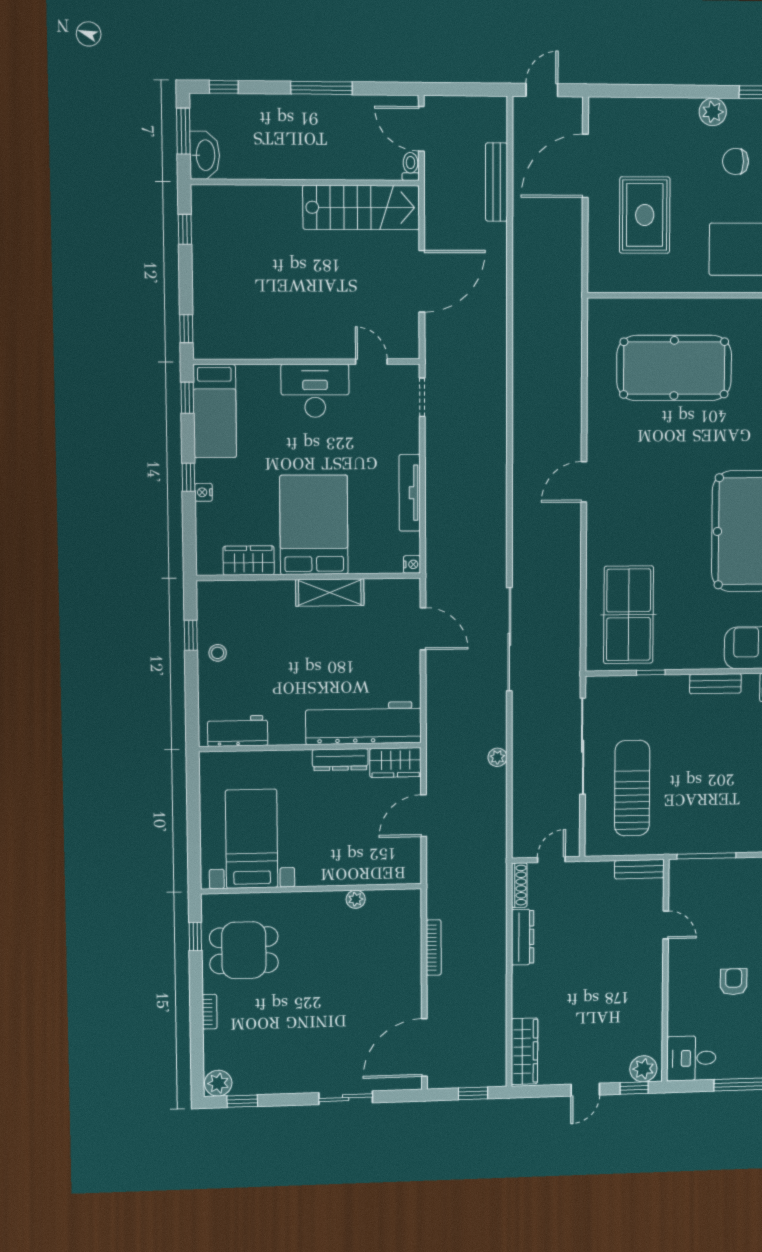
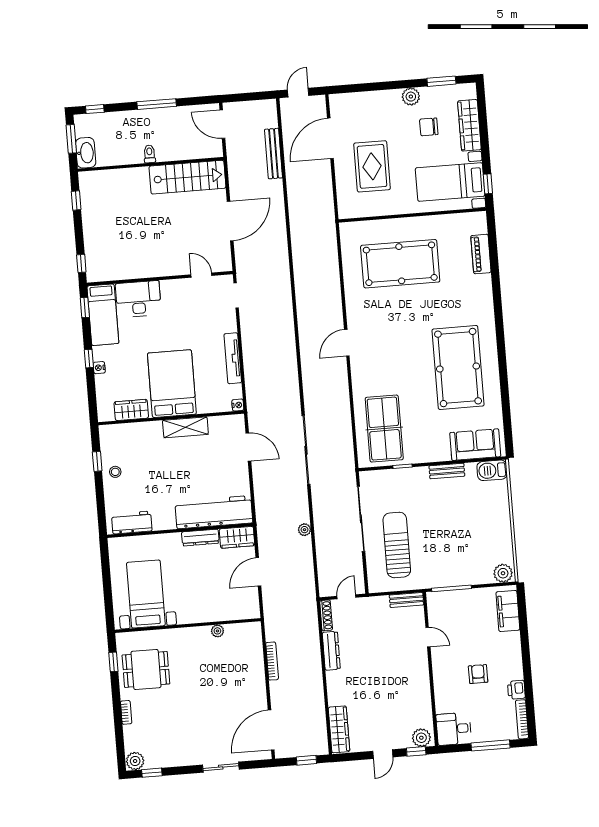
toilet: (410, 166) -> (149, 154), moved
desk: (315, 391) -> (138, 299), moved

